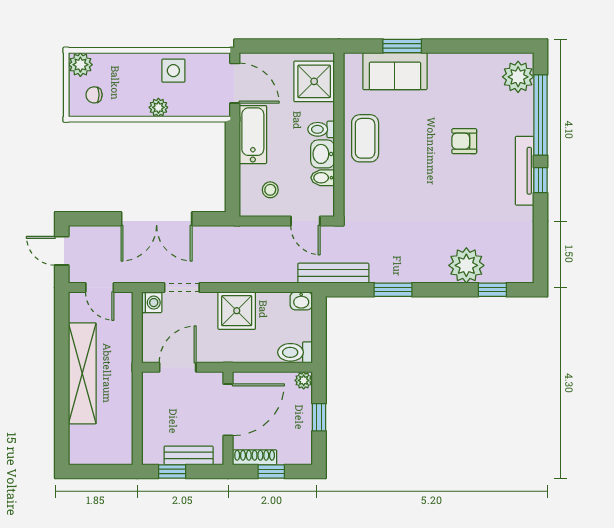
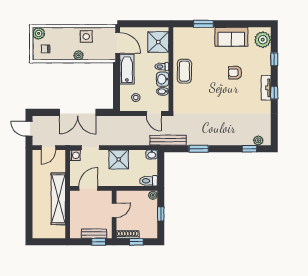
sofa: (395, 71) -> (231, 37), moved
window: (541, 115) -> (274, 59), width x0.32
tv unit: (525, 171) -> (266, 88), width x0.71
plant: (466, 265) -> (258, 140), moved, width x0.53, depth x0.53
door: (100, 287) -> (48, 148), hinge flipped
shelving: (82, 373) -> (58, 199), moved
door: (228, 410) -> (114, 210), width x0.53
window: (172, 471) -> (99, 242), moved

